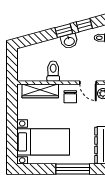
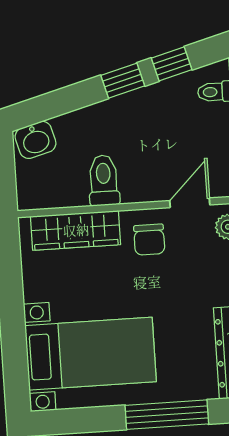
washbasin: (69, 41) -> (36, 140), moved
door: (88, 83) -> (190, 203), swing flipped

